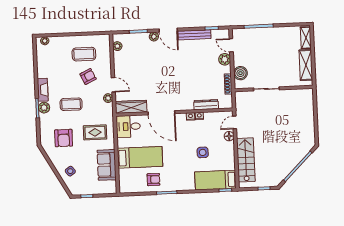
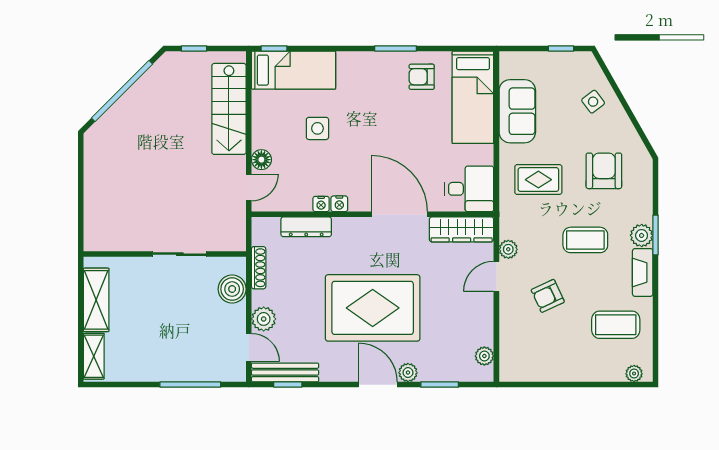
bench: (194, 35) -> (285, 372), moved
coffee table: (84, 54) -> (616, 325), moved
rug: (172, 67) -> (373, 308), added
door: (113, 85) -> (496, 276), hinge flipped
bed: (140, 157) -> (473, 97), moved, turned -90

